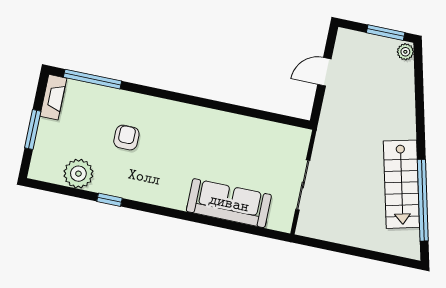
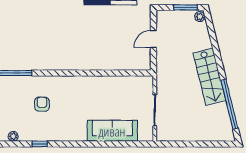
plant: (78, 174) -> (13, 136), width x0.53, depth x0.53
stairs: (401, 184) -> (209, 77), moved

